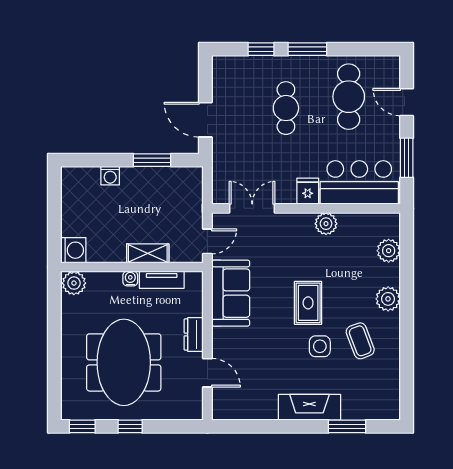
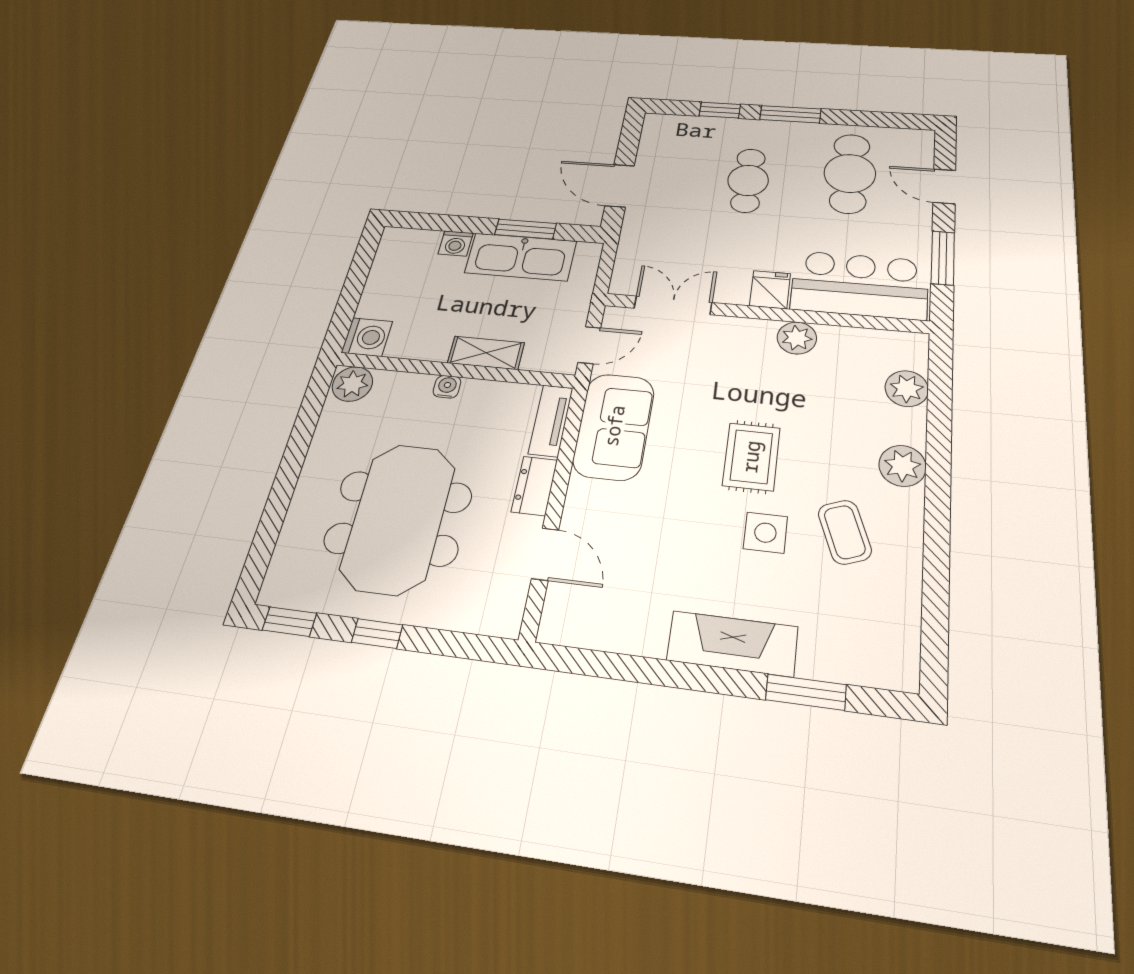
kitchen sink: (153, 182) -> (521, 257), added
tv unit: (162, 280) -> (551, 421), moved, turned 90

